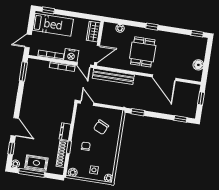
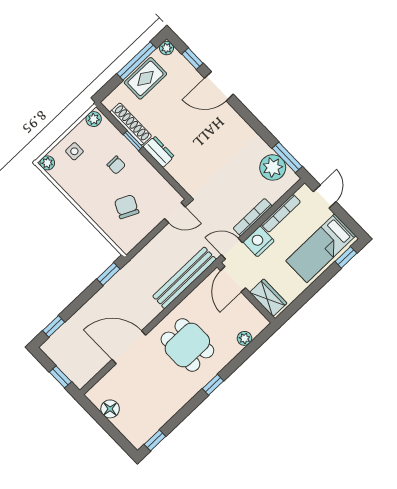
plant: (33, 75) -> (273, 167), added

